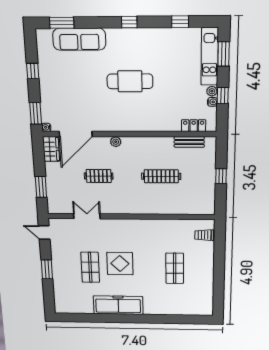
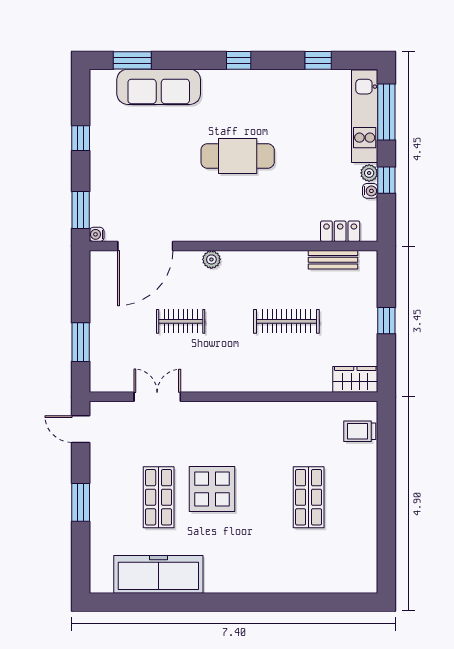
window: (224, 54) -> (386, 112), width x1.44
wardrobe: (51, 149) -> (355, 379), moved, turned -90
freezer: (118, 305) -> (158, 574), moved

